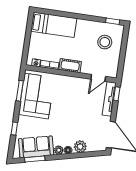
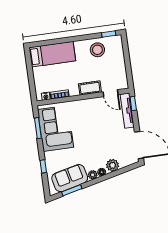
stool: (105, 42) -> (97, 50), moved
cot: (70, 66) -> (90, 88), moved
door: (98, 78) -> (111, 93), hinge flipped

